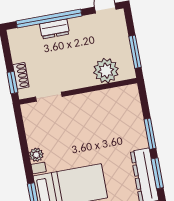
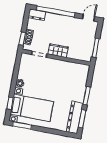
dresser: (54, 29) -> (37, 15), moved
plant: (106, 71) -> (76, 52), removed
wardrobe: (77, 79) -> (58, 51), added

